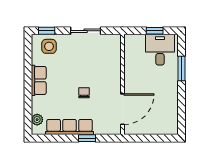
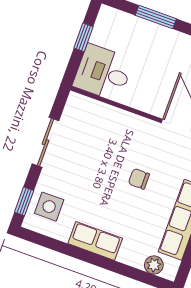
desk: (160, 50) -> (103, 73), moved

